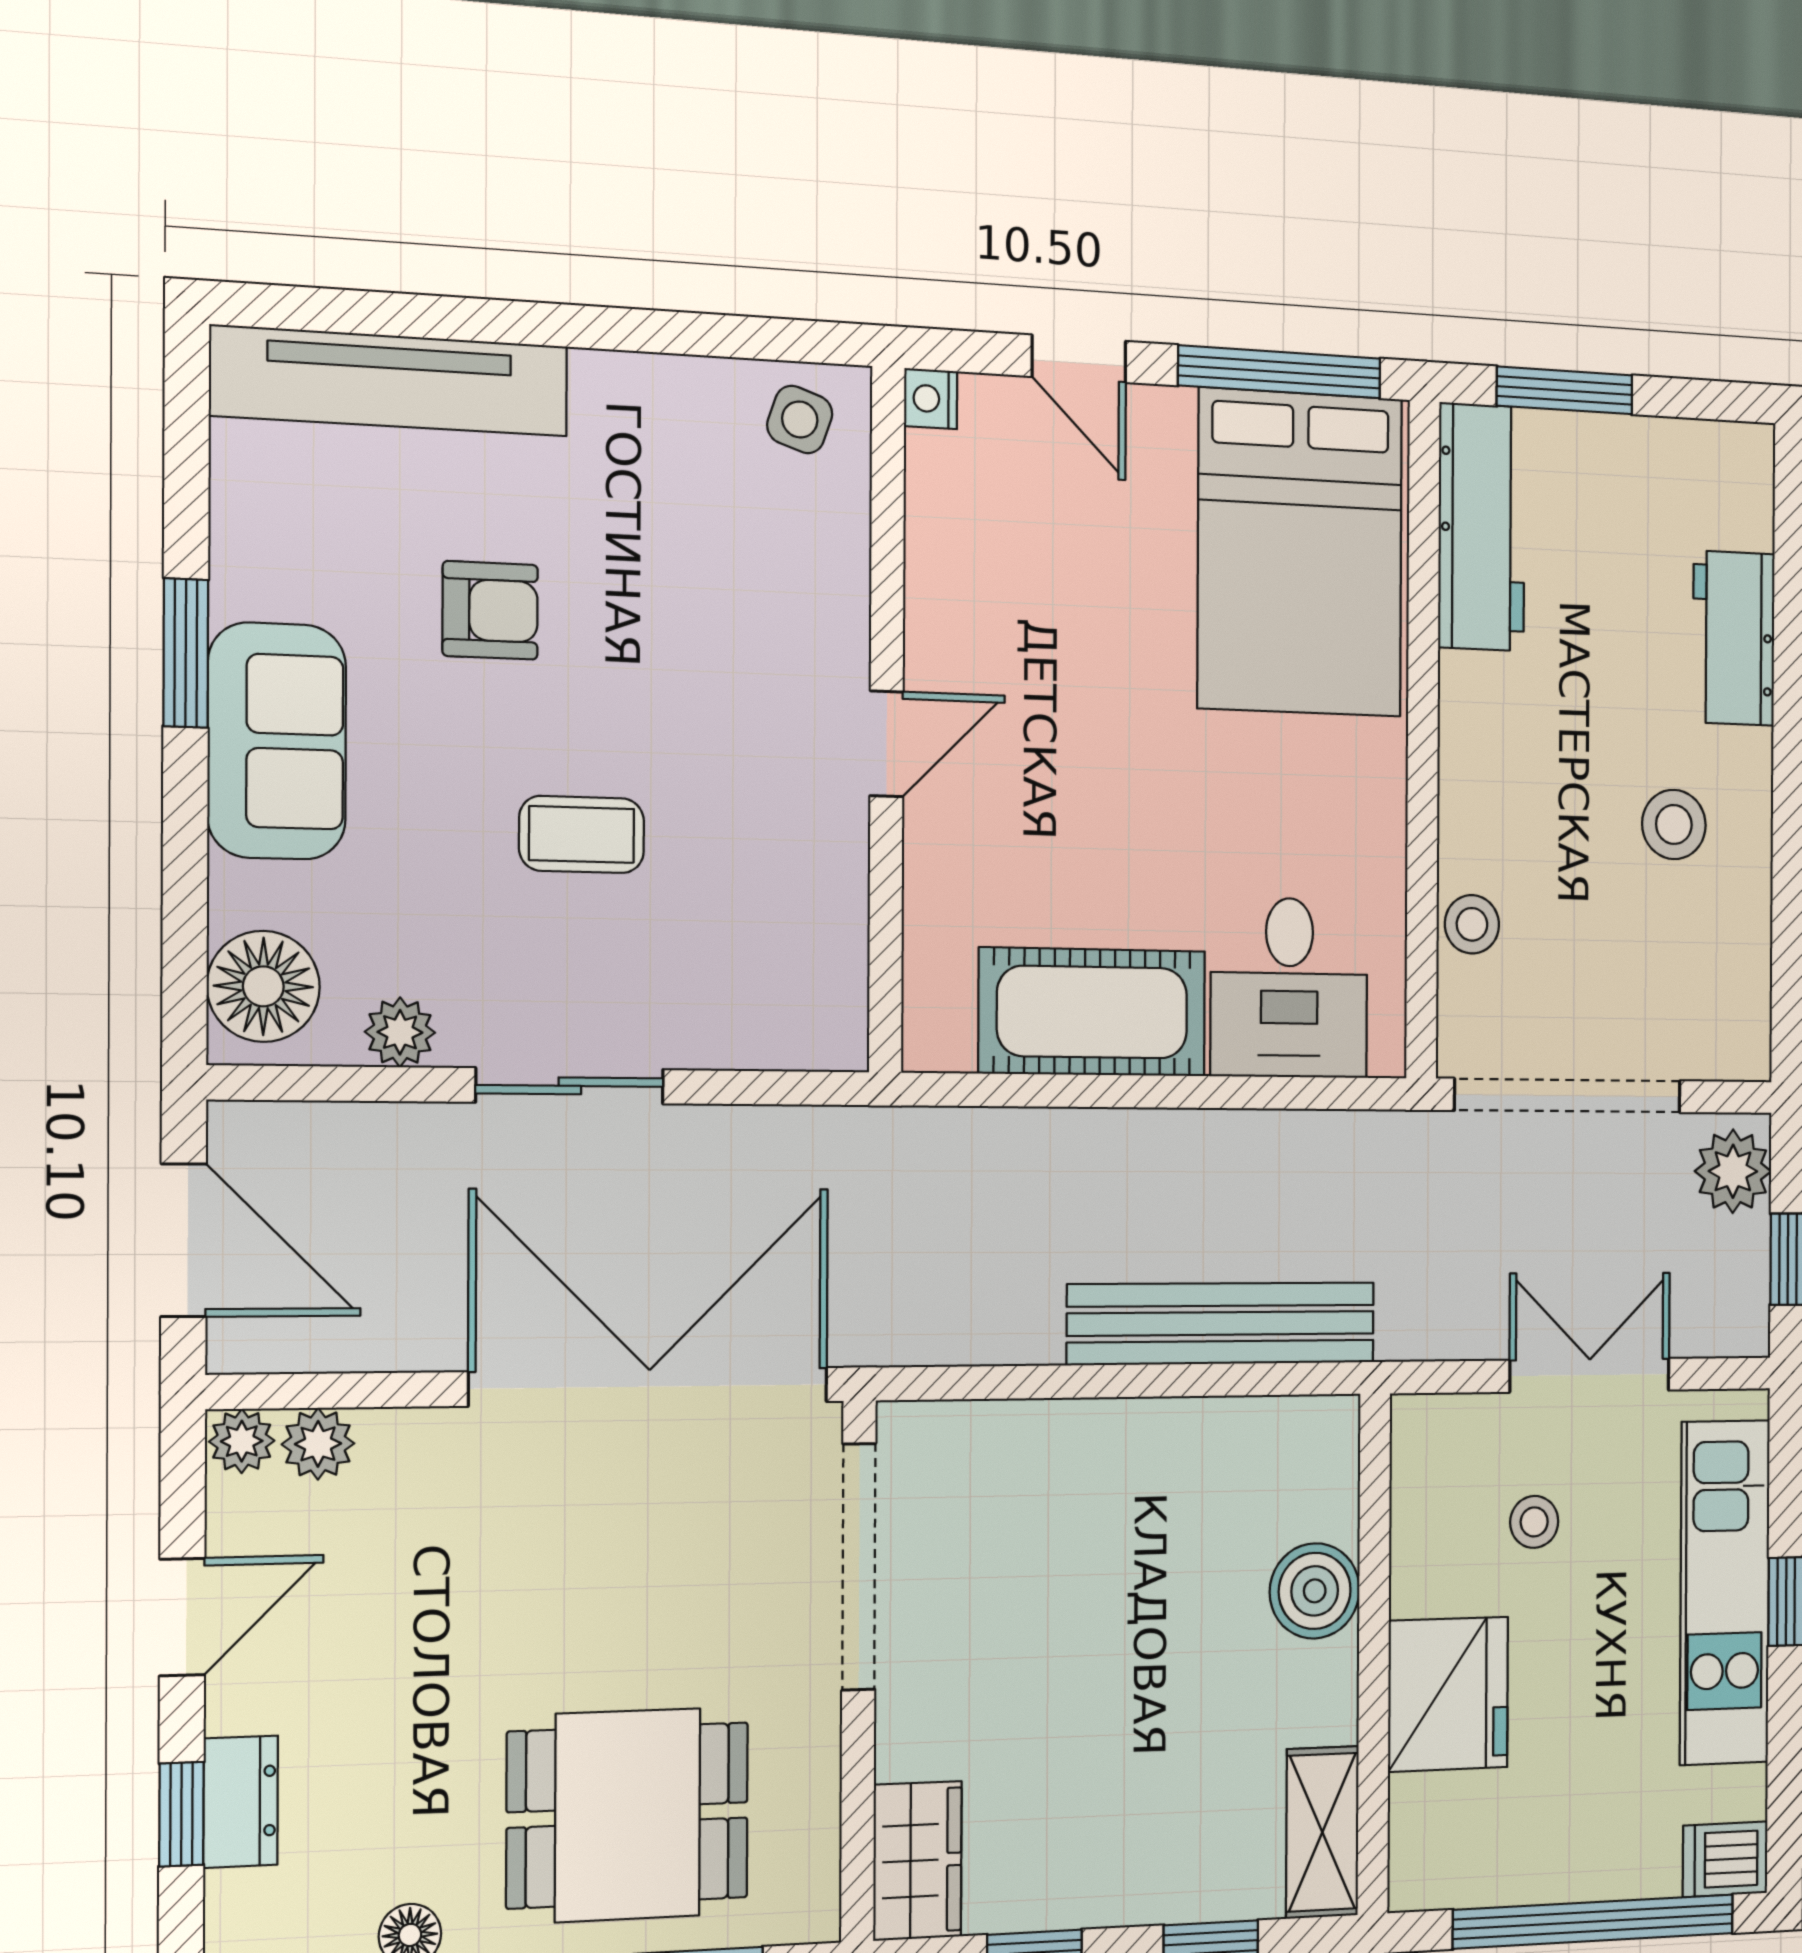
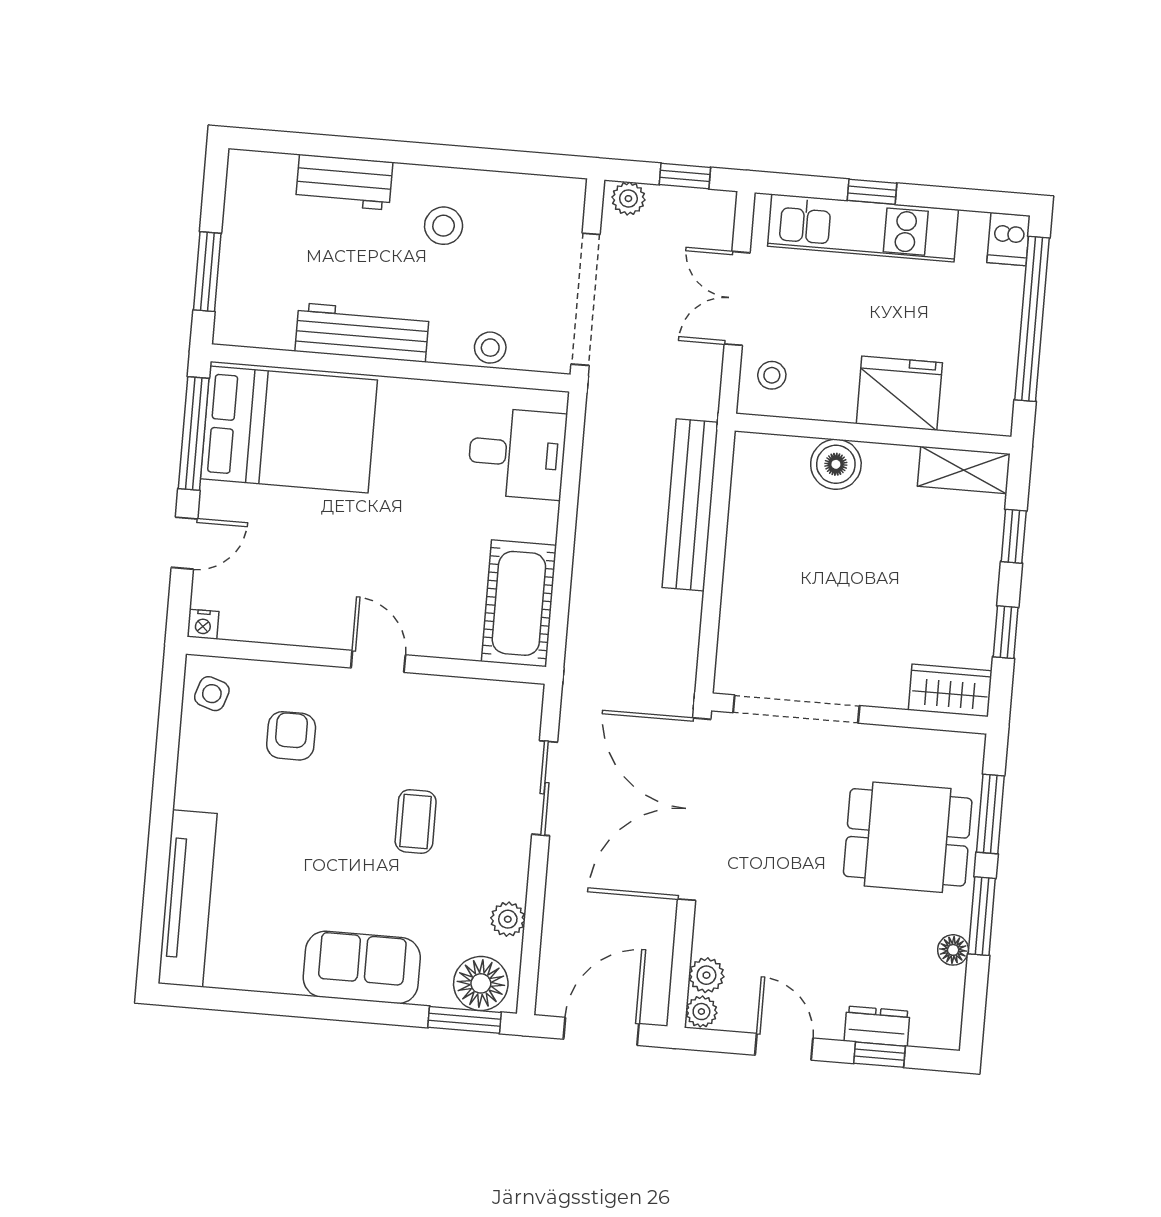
workbench: (1482, 527) -> (362, 333), moved
armchair: (490, 610) -> (291, 736), moved
window: (186, 653) -> (465, 1020), moved
cot: (1092, 1012) -> (519, 603), moved
sliding door: (570, 1086) -> (545, 788), moved
plant: (1733, 1171) -> (628, 199), width x0.73, depth x0.73
stool: (1534, 1522) -> (772, 375), moved
dining table: (628, 1815) -> (908, 837), turned 90

